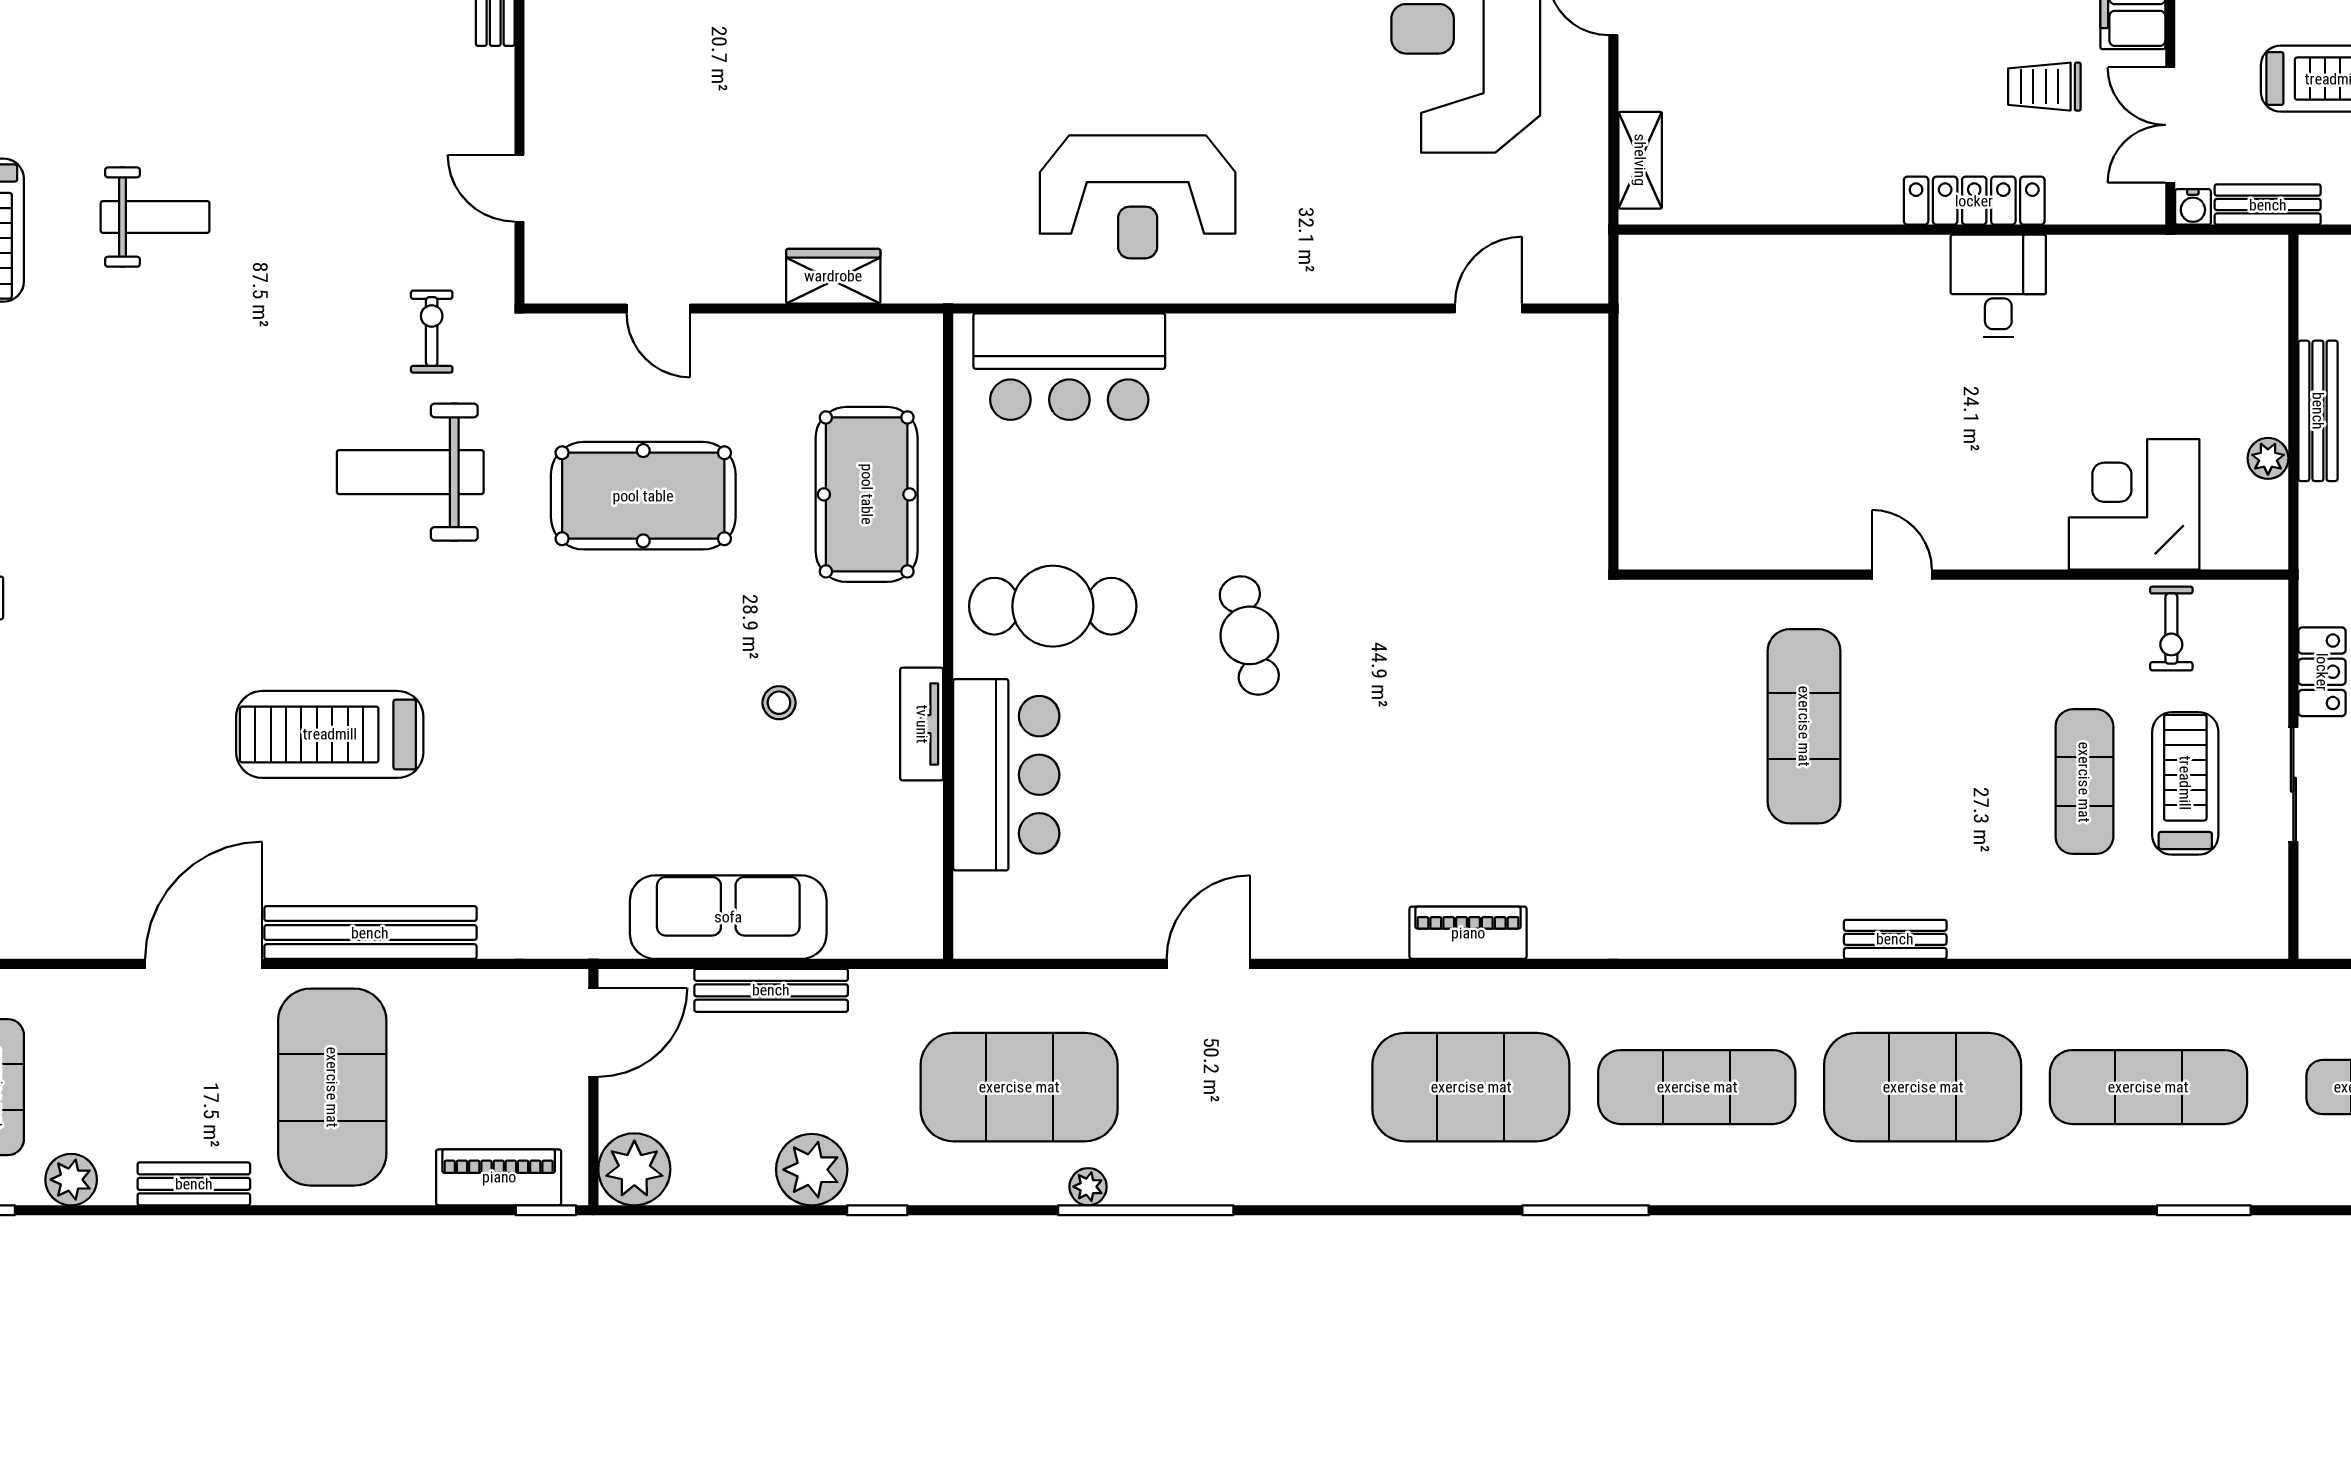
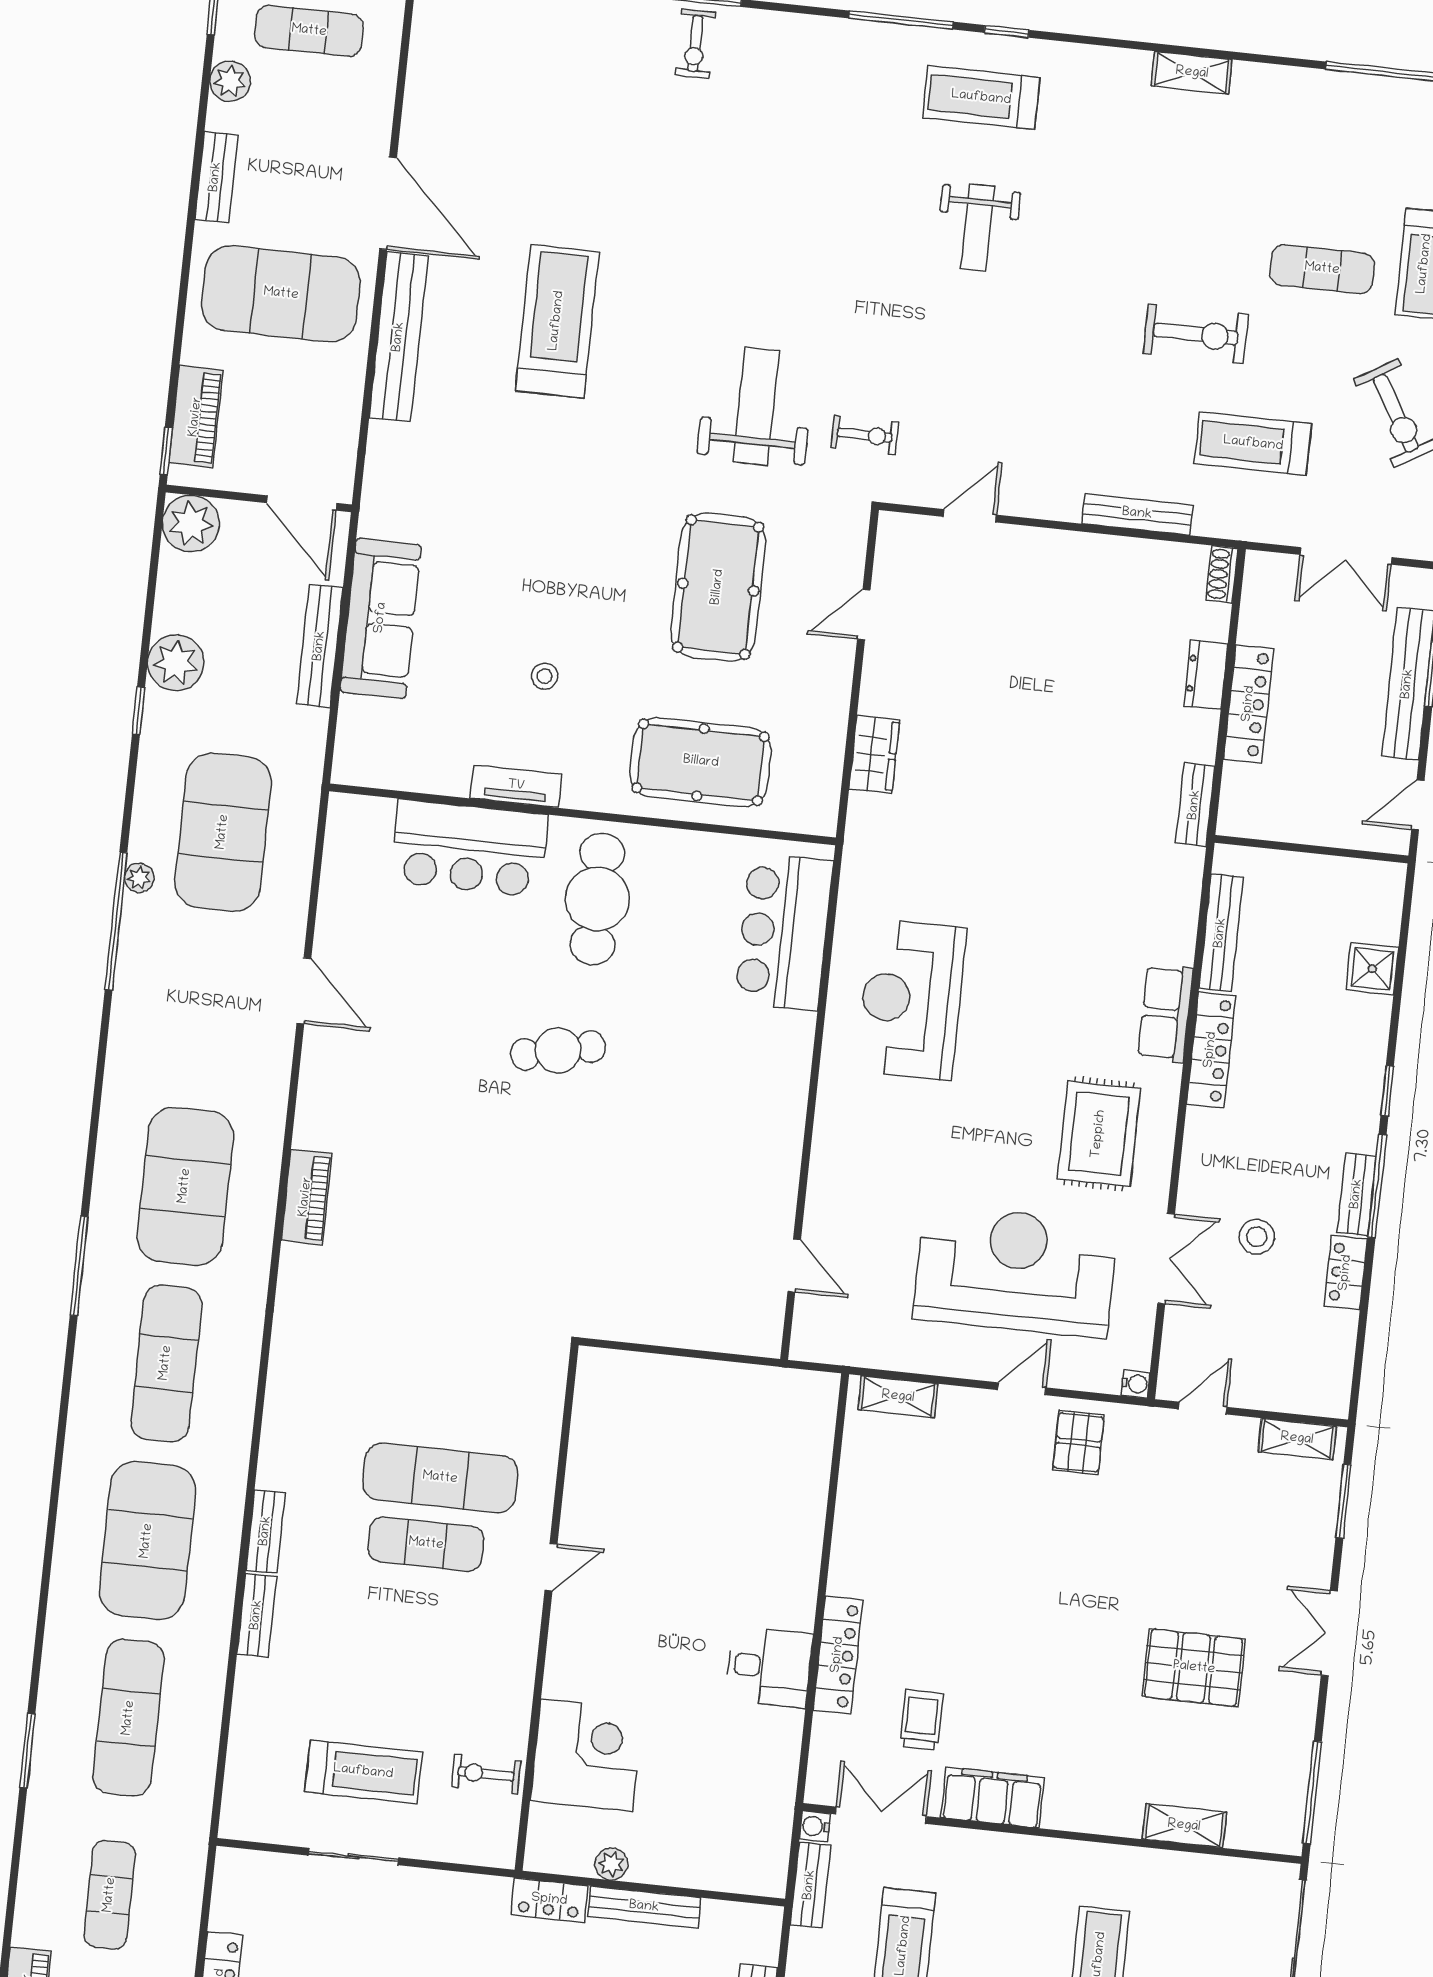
locker: (2322, 672) -> (549, 1900), moved
exercise mat: (2084, 782) -> (426, 1544), moved
bench: (2002, 939) -> (257, 1615), added

